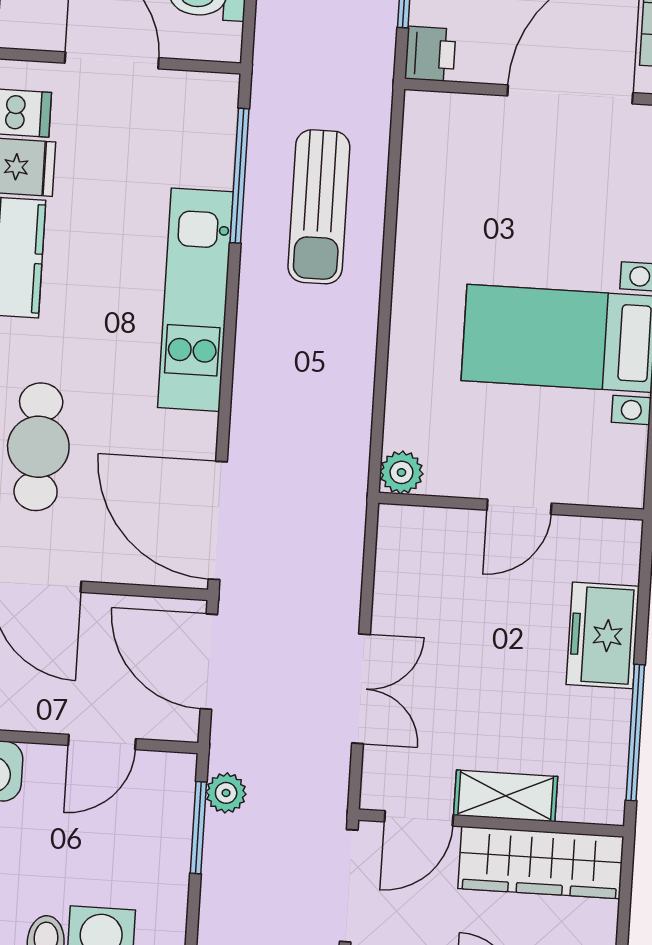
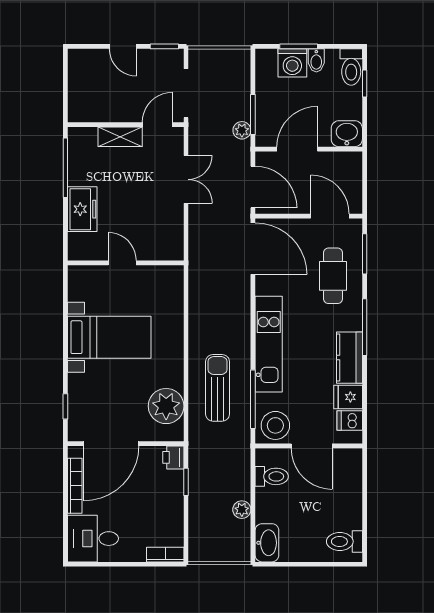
stool: (192, 113) -> (275, 425), added
plant: (401, 472) -> (166, 406), moved, width x1.88, depth x1.88
door: (519, 507) -> (122, 263), hinge flipped
double door: (361, 689) -> (186, 179), swing flipped
door: (102, 742) -> (297, 149), width x1.38
wardrobe: (541, 863) -> (103, 109), removed

